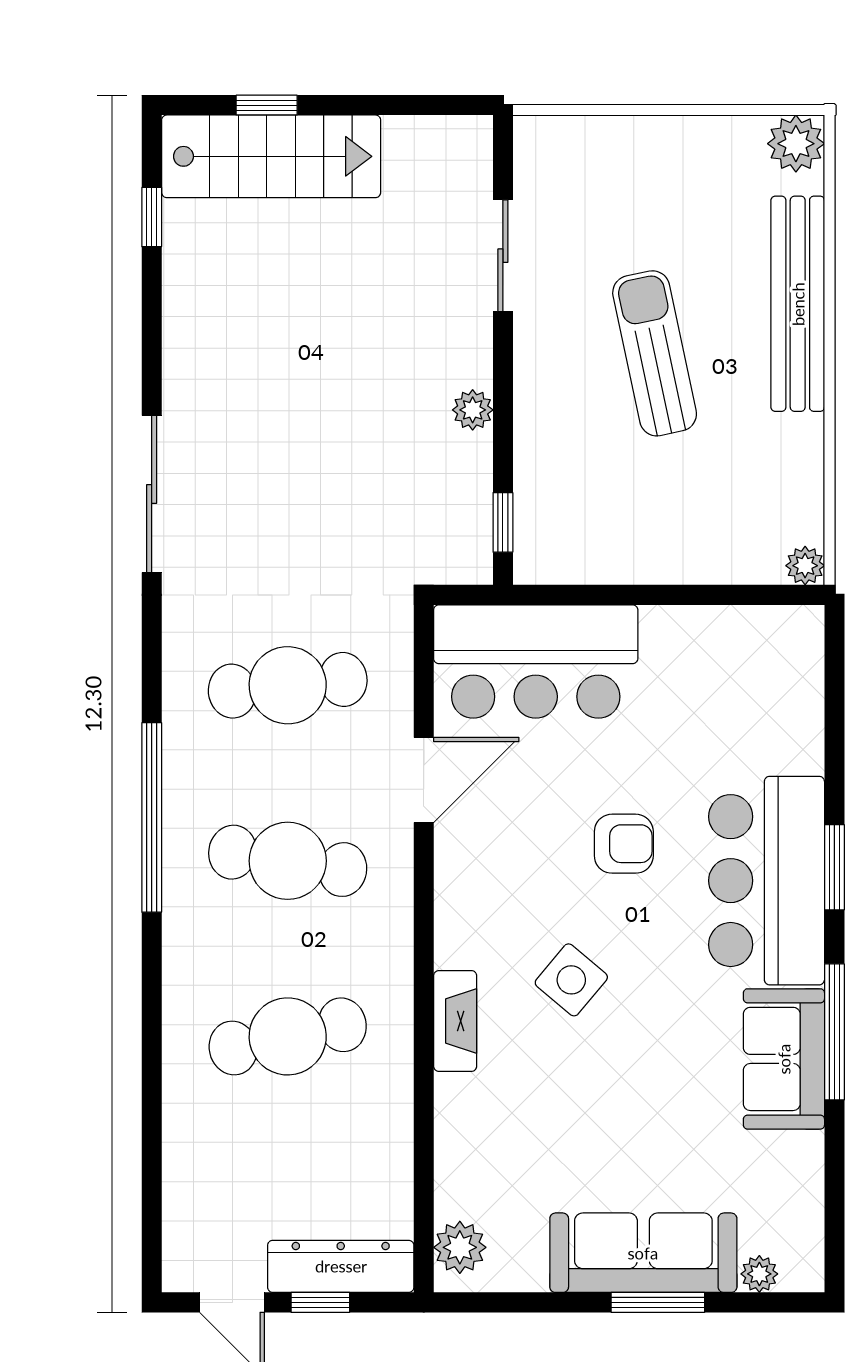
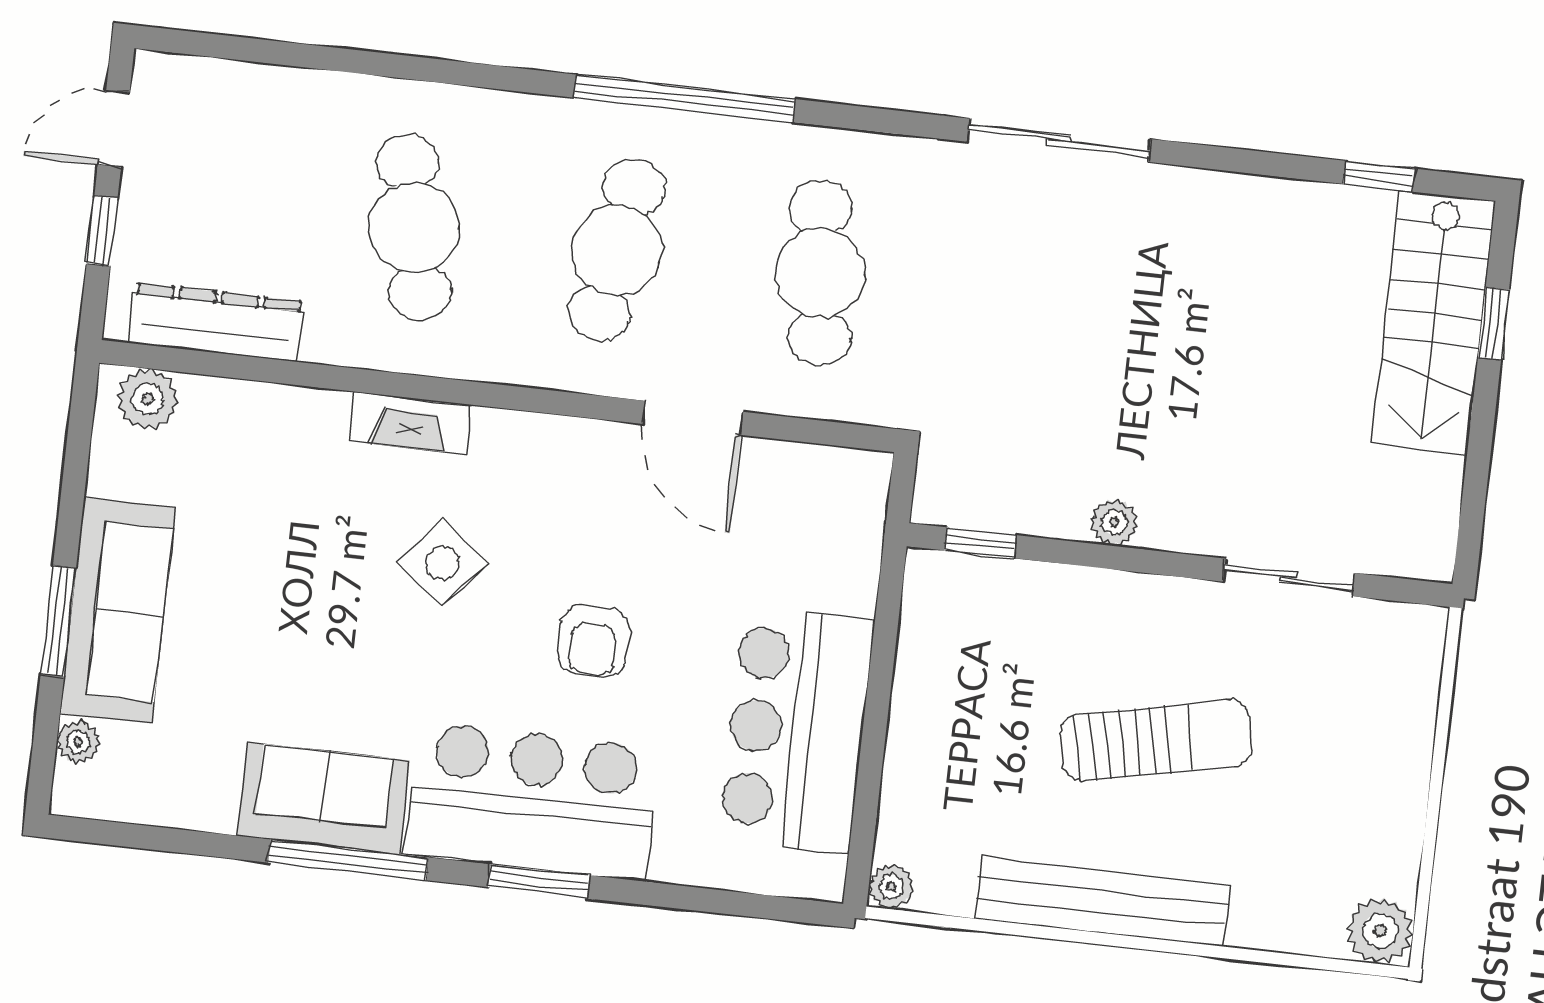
bench: (798, 304) -> (1103, 902), moved
bar counter: (536, 661) -> (796, 730), moved
dresser: (341, 1266) -> (216, 322), moved, turned -90

